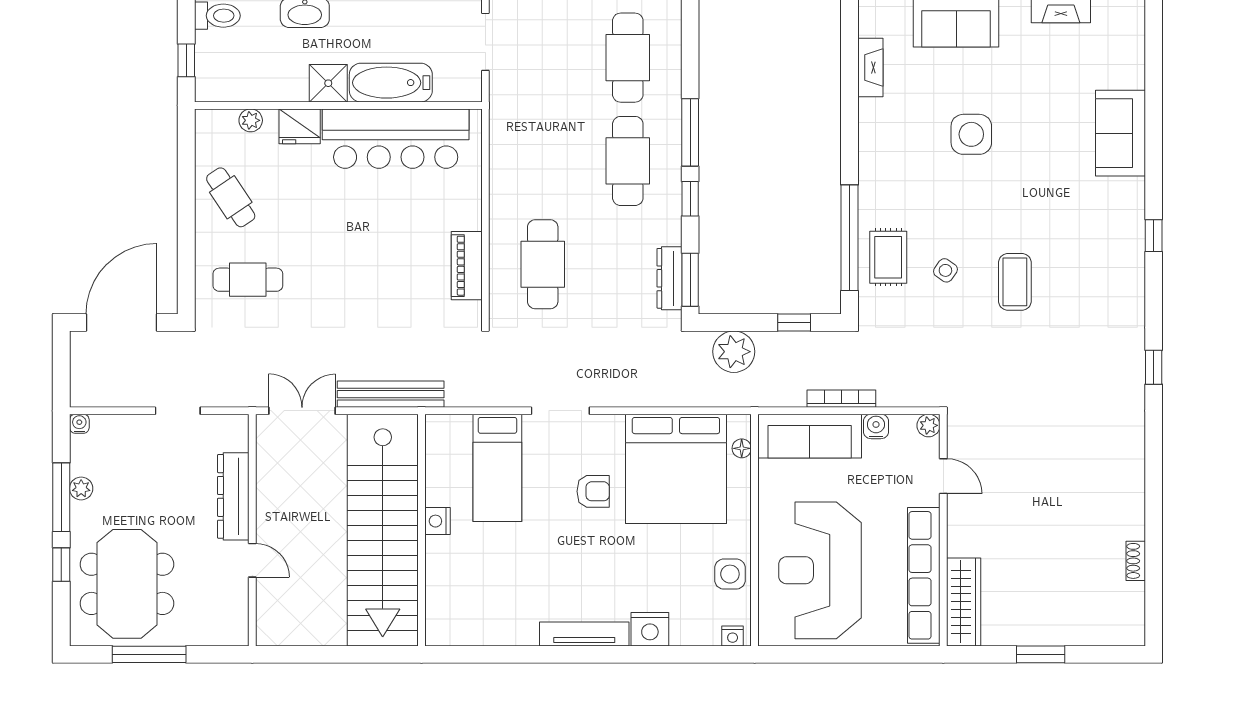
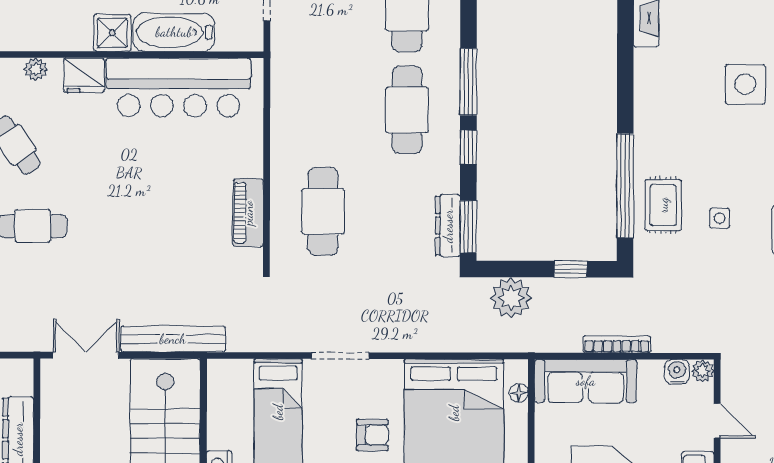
side table: (945, 270) -> (720, 218), turned -35
water cooler: (876, 426) -> (677, 372), moved

